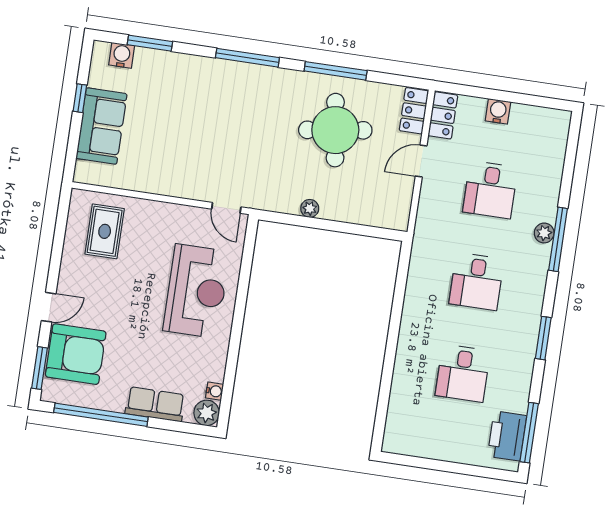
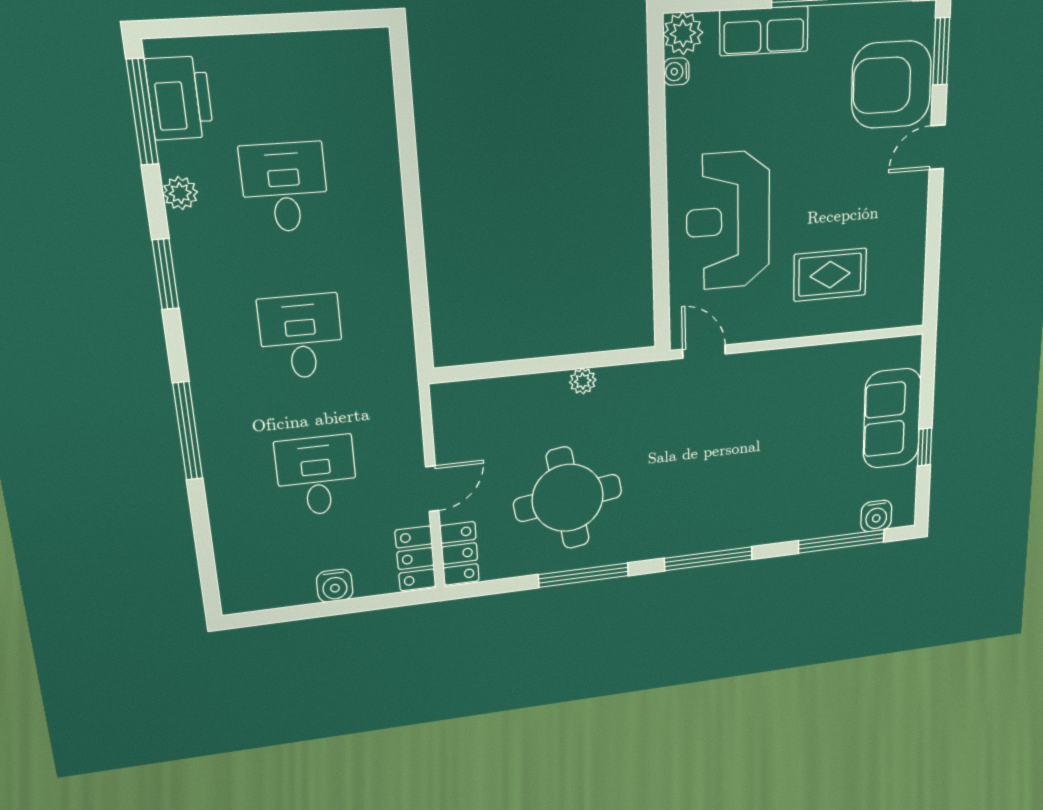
window: (150, 43) -> (841, 541), width x1.44
rug: (105, 231) -> (830, 275), moved, turned 90
plant: (544, 233) -> (180, 193), moved

